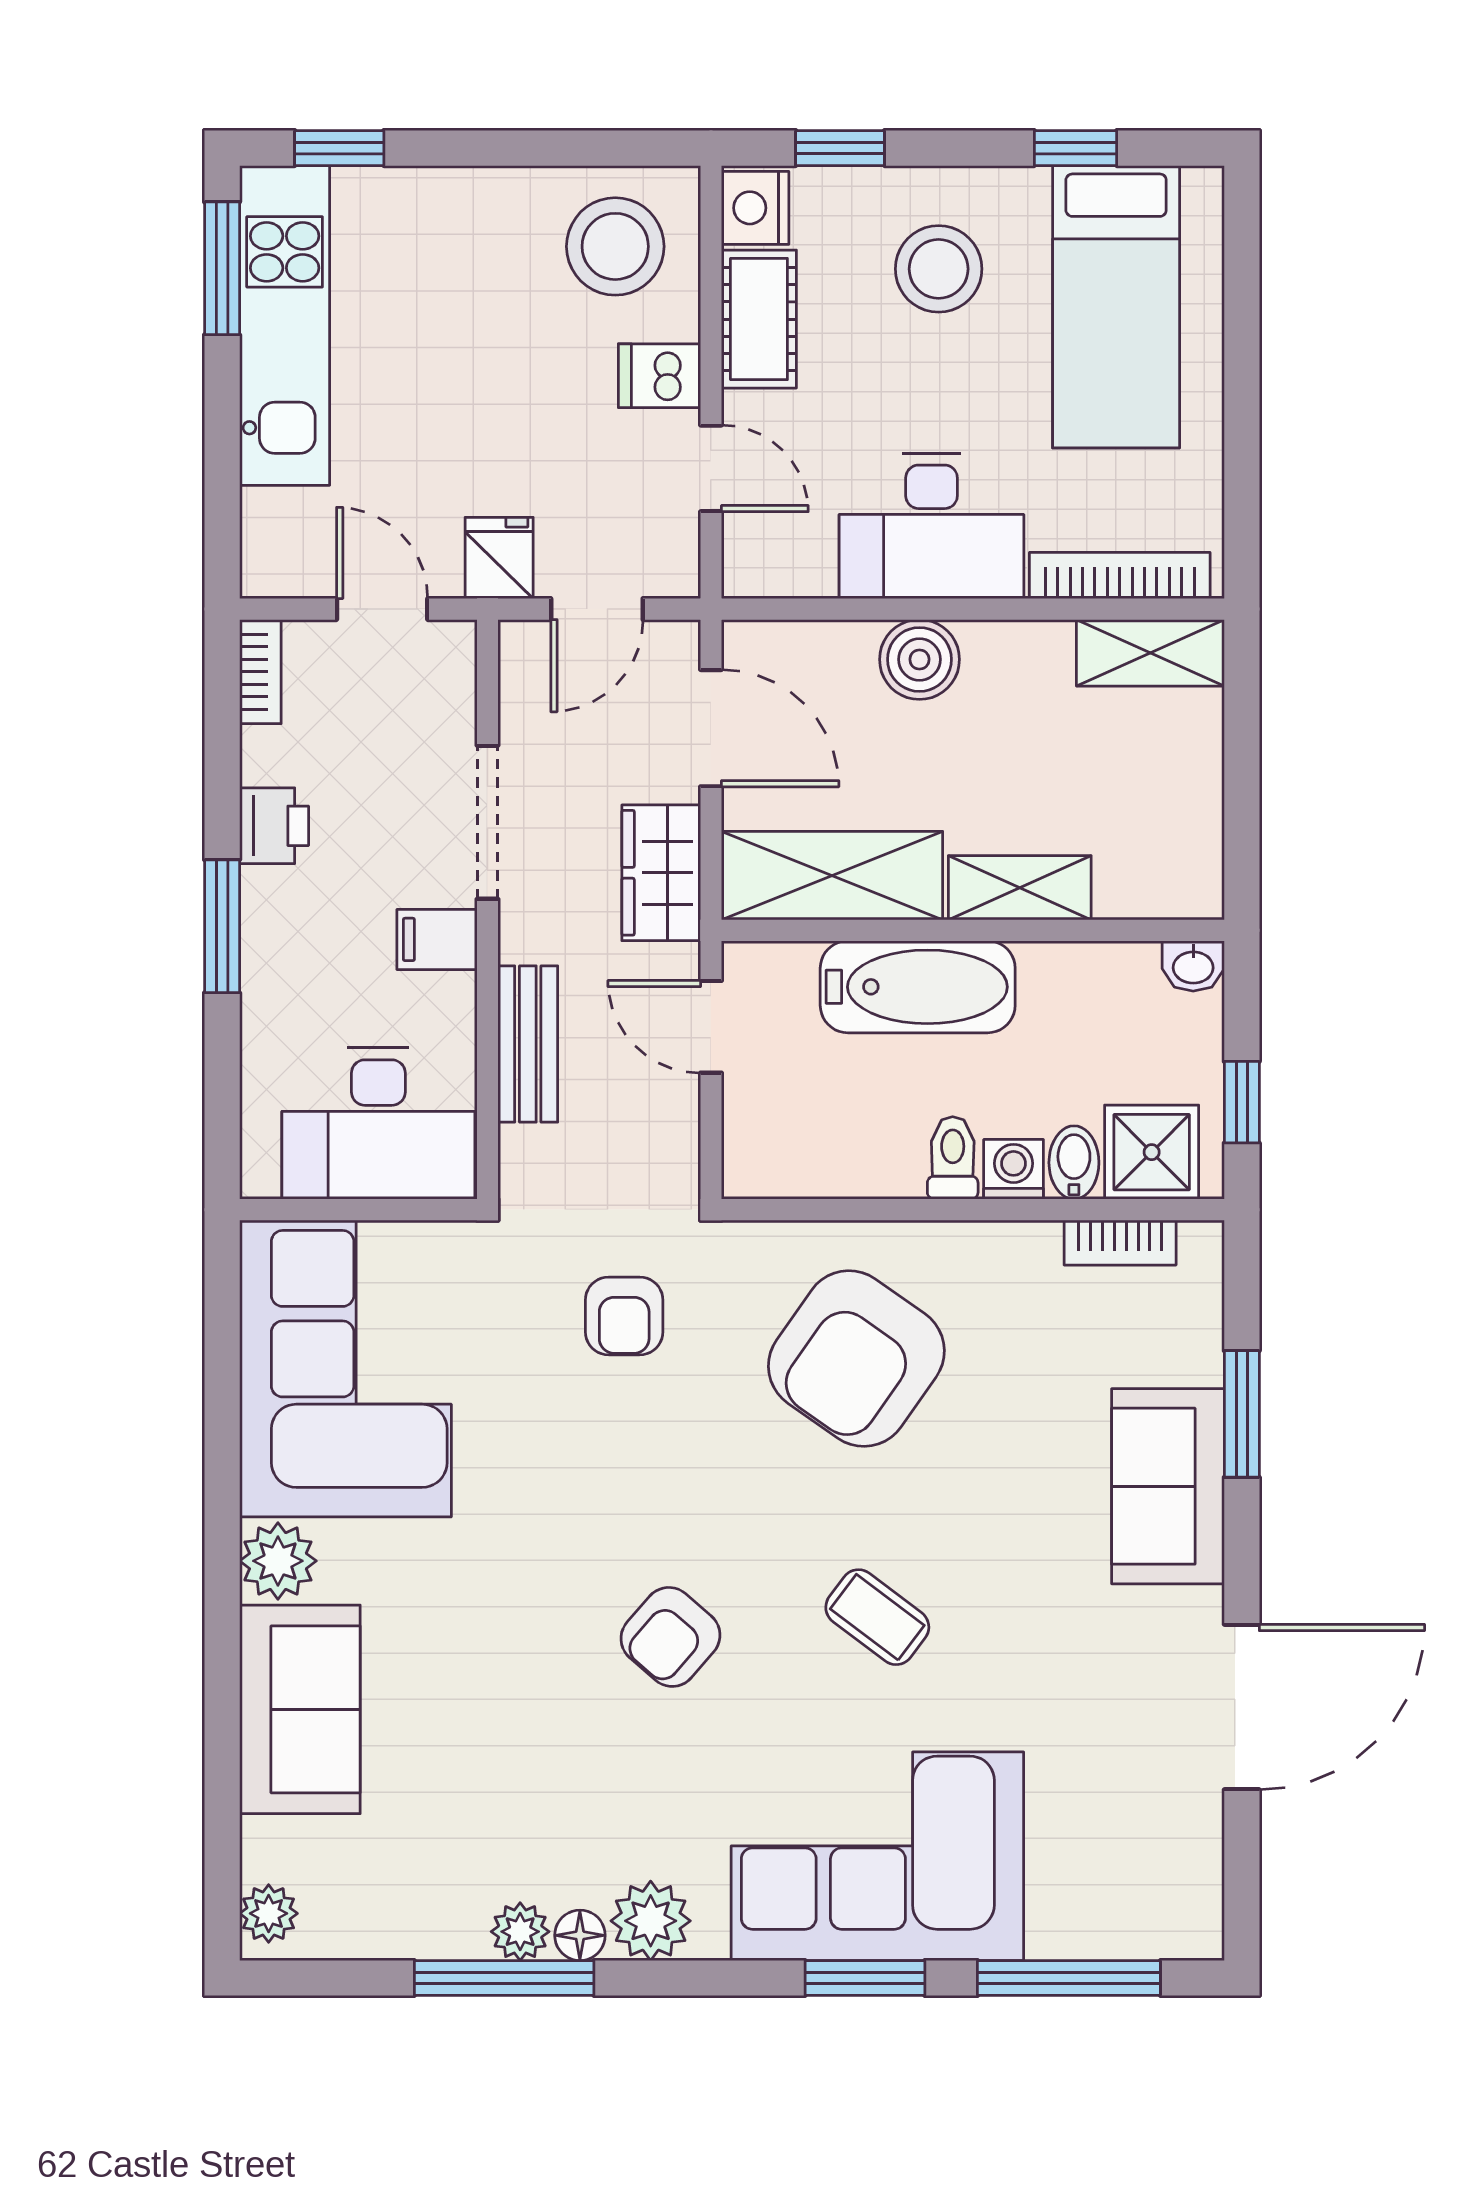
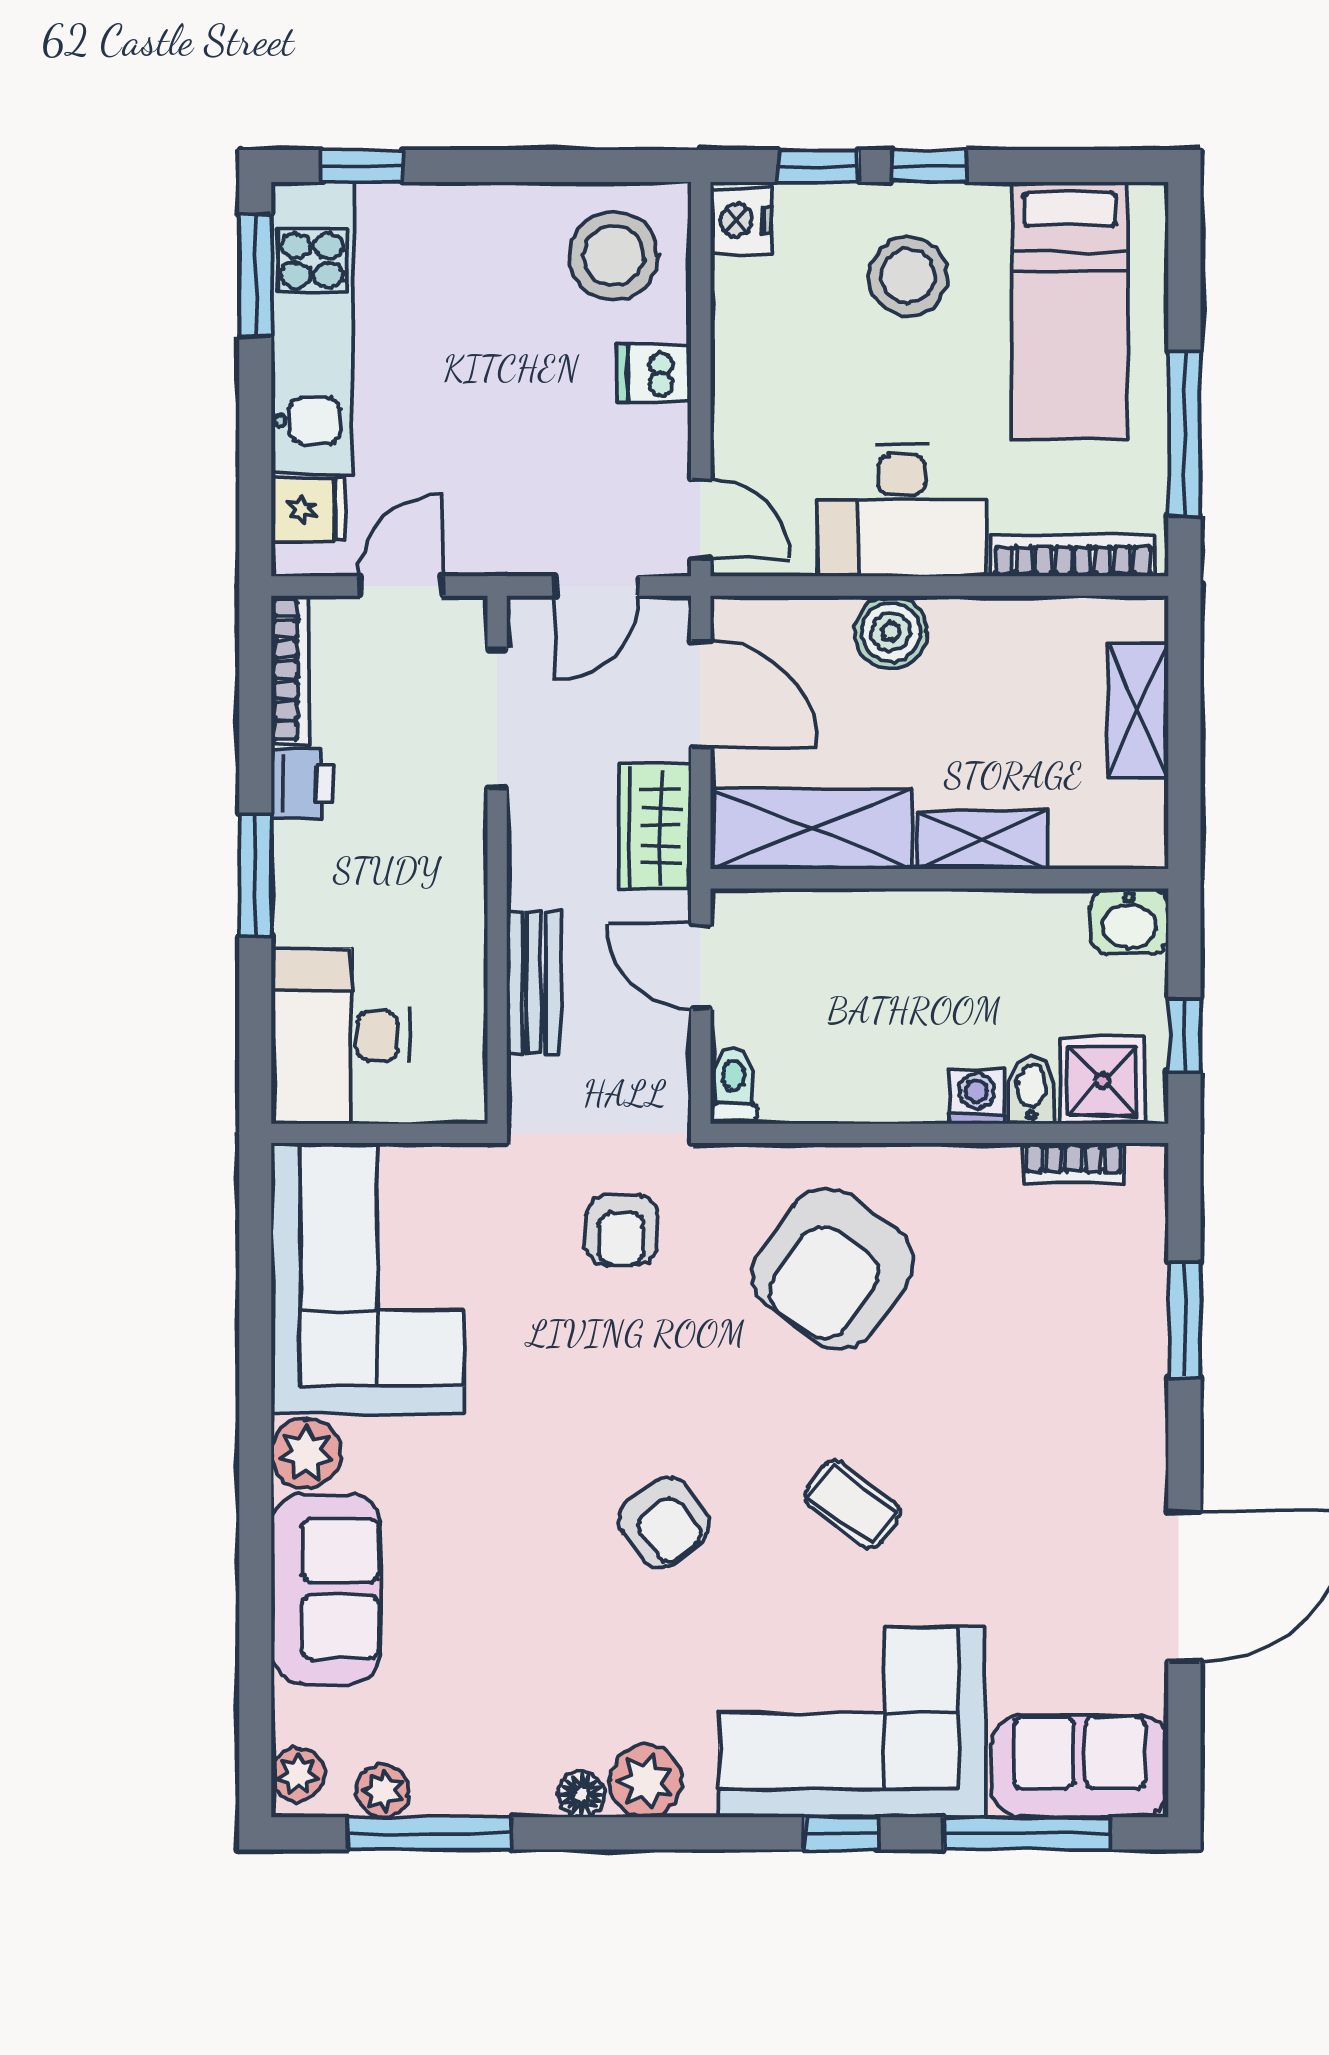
window: (1075, 148) -> (929, 166), moved
cot: (759, 319) -> (744, 322), removed
window: (1242, 441) -> (1184, 433), added
door: (711, 468) -> (701, 519), moved
fridge: (499, 558) -> (308, 509), moved, turned 90
door: (382, 609) -> (401, 586), hinge flipped
shelving: (1150, 653) -> (1138, 711), moved, turned 90
bookcase: (260, 672) -> (290, 670), width x1.56
doorway: (487, 822) -> (497, 719), moved
filing cabinet: (437, 939) -> (451, 887), removed
washbasin: (1193, 966) -> (1129, 922), width x1.38, depth x1.45
bathtub: (918, 987) -> (889, 930), removed
desk: (378, 1123) -> (340, 1036), moved, turned 90
toilet: (953, 1158) -> (733, 1086), moved
sofa: (1168, 1486) -> (1080, 1766), moved, turned 90
armchair: (670, 1637) -> (664, 1523), turned -79
plant: (520, 1932) -> (383, 1791), moved
window: (504, 1978) -> (429, 1833), moved
window: (865, 1978) -> (841, 1833), width x0.67

